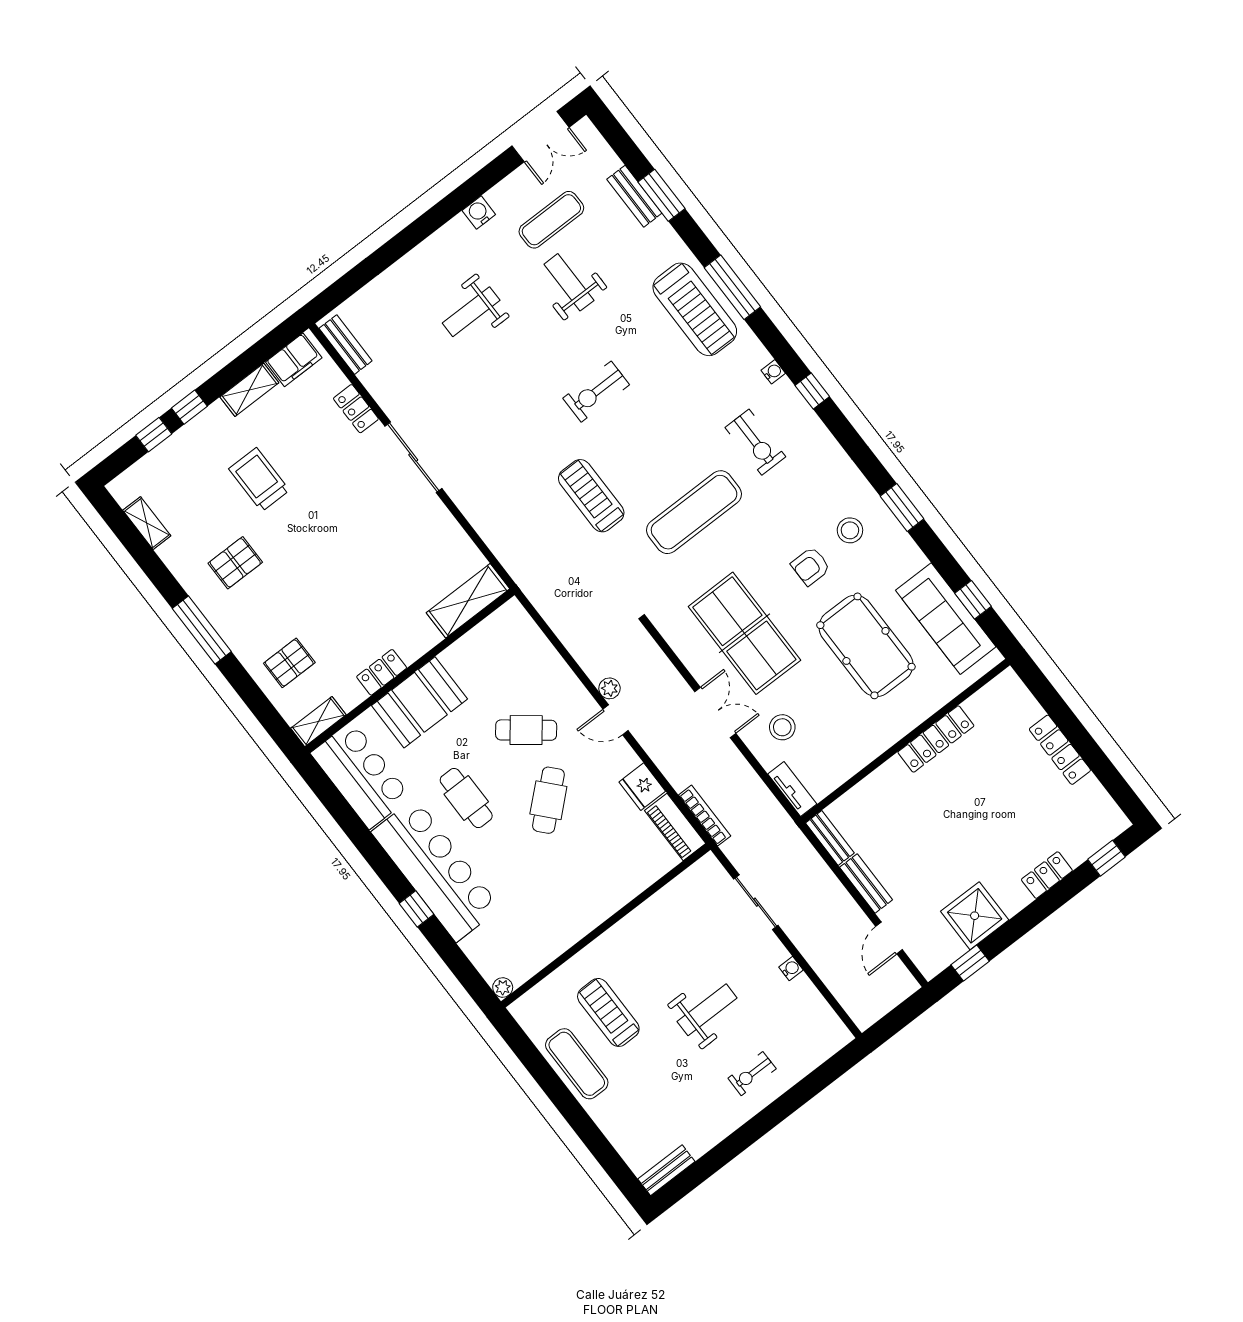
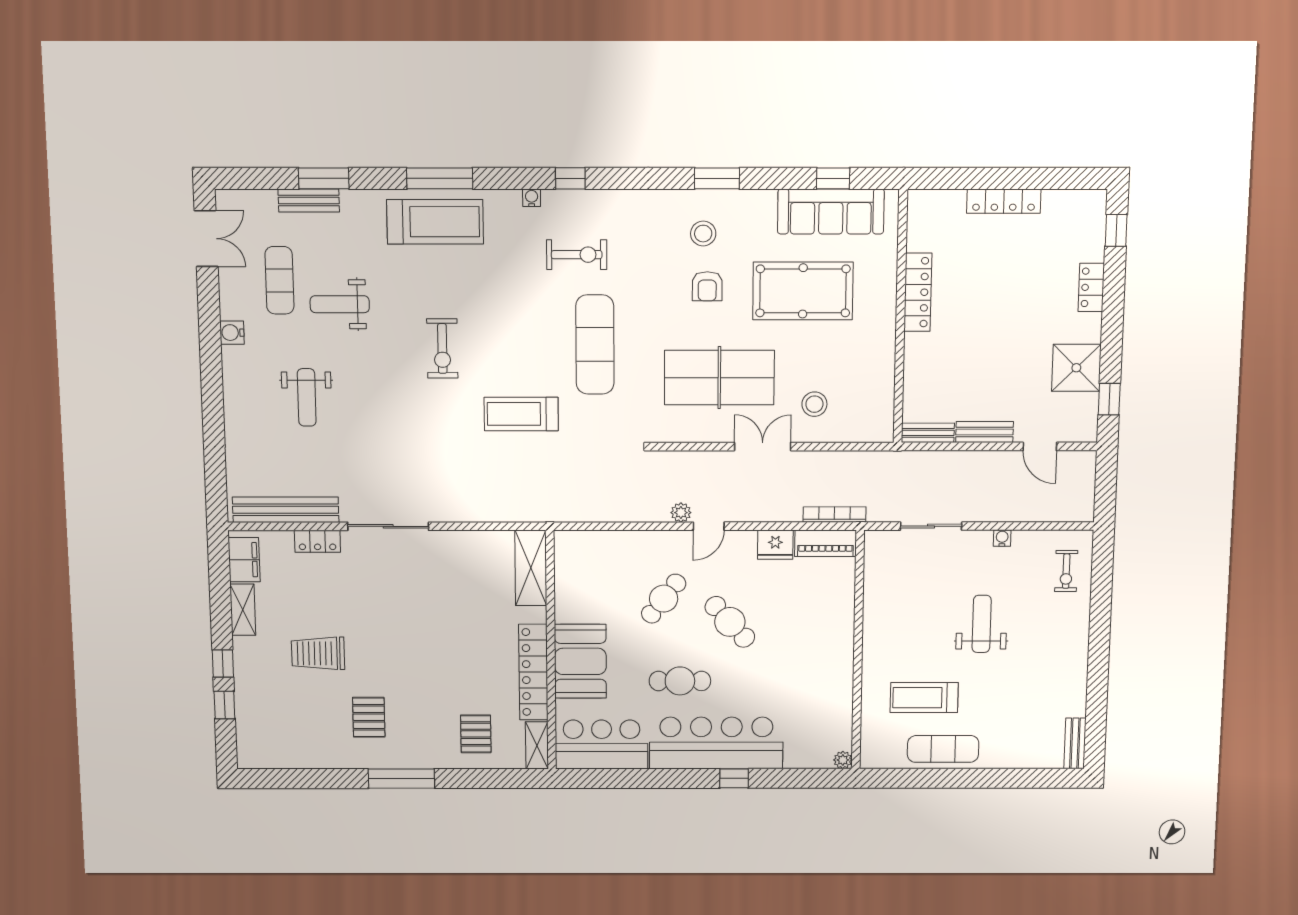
bench: (346, 345) -> (286, 510), width x1.86, depth x1.21
shelving: (147, 523) -> (289, 759), removed
locker: (382, 672) -> (533, 672), width x2.16, depth x1.21
tv unit: (792, 789) -> (868, 433), removed
exercise bike: (752, 1074) -> (1066, 571), moved

